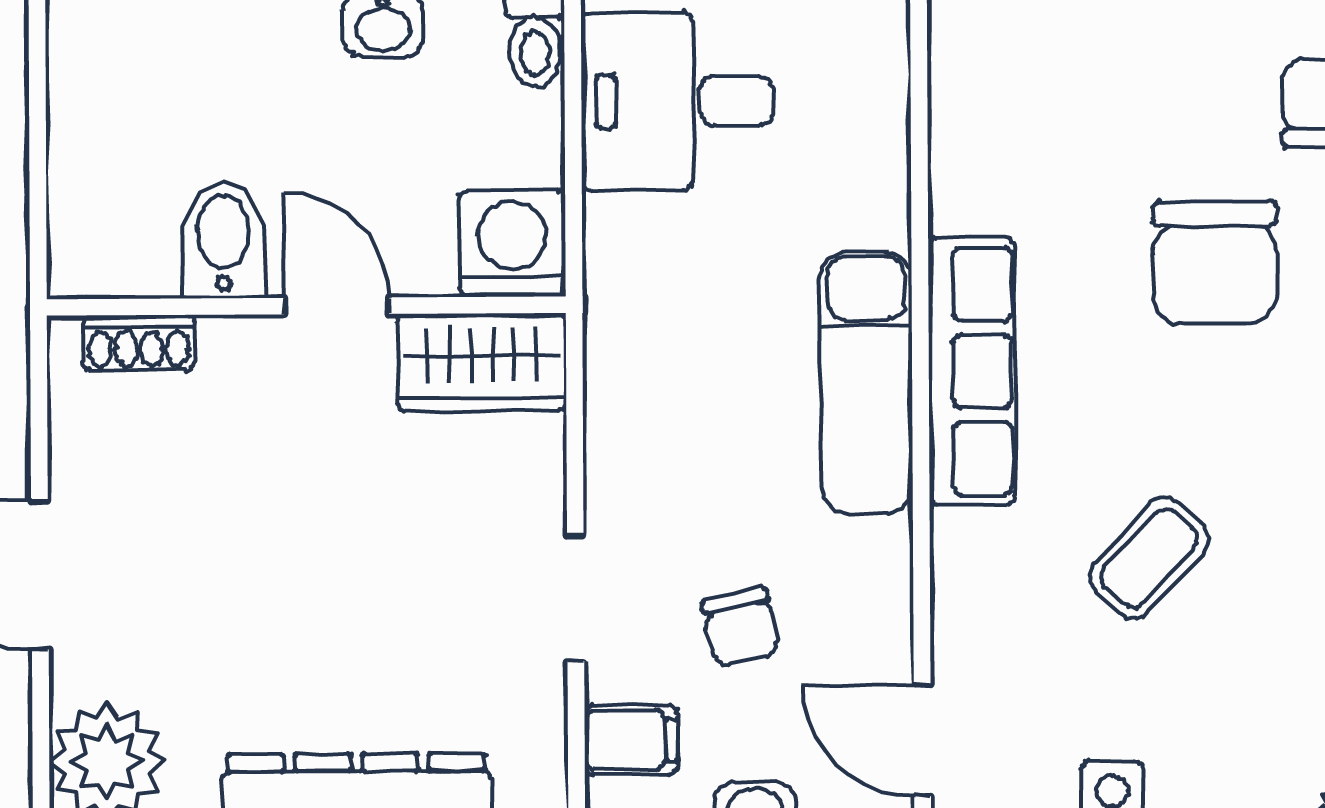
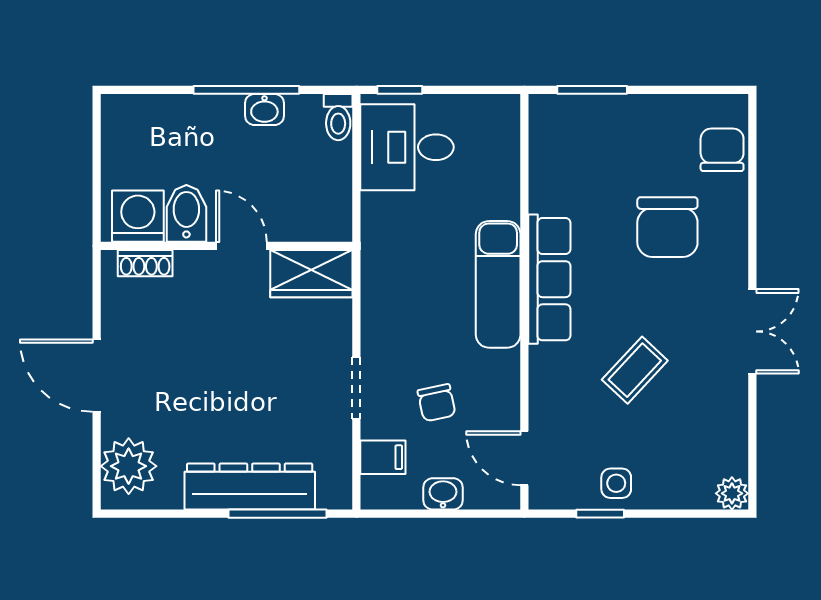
washing machine: (512, 244) -> (138, 216), moved

